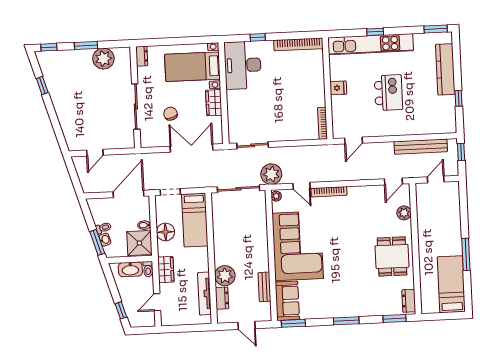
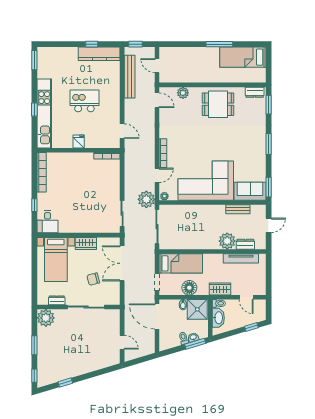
dresser: (142, 56) -> (57, 300), moved
plant: (103, 59) -> (46, 318), moved
desk: (243, 65) -> (47, 222), width x0.53, depth x0.77
kitchen counter: (445, 69) -> (99, 54), moved

